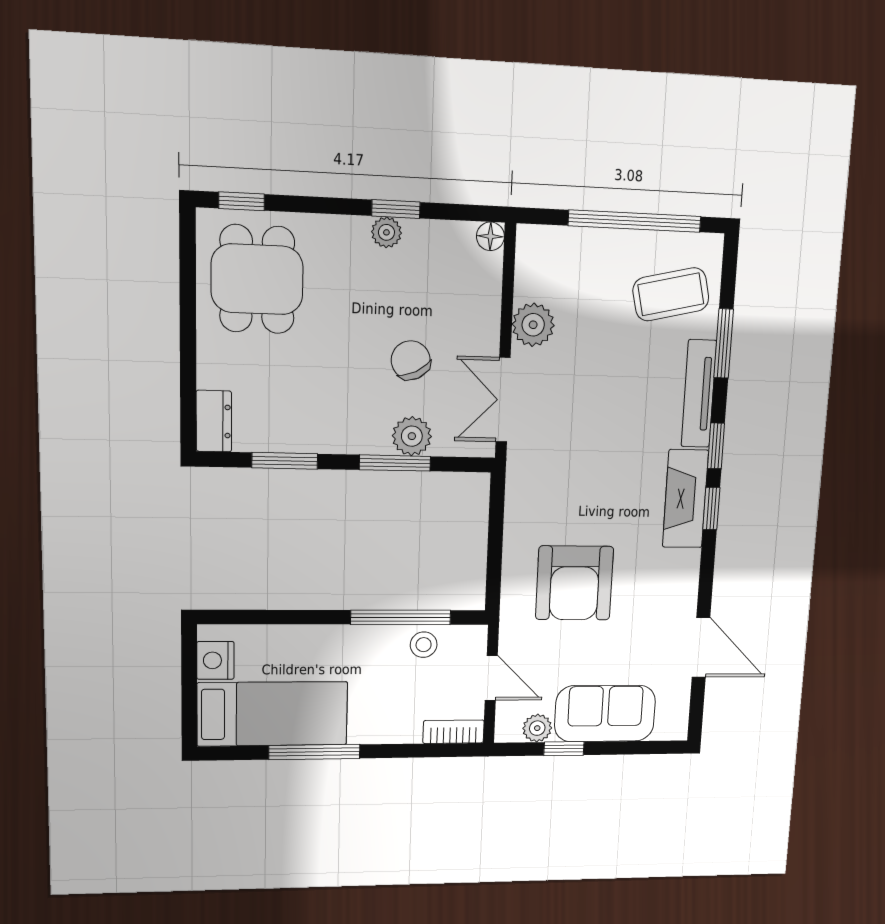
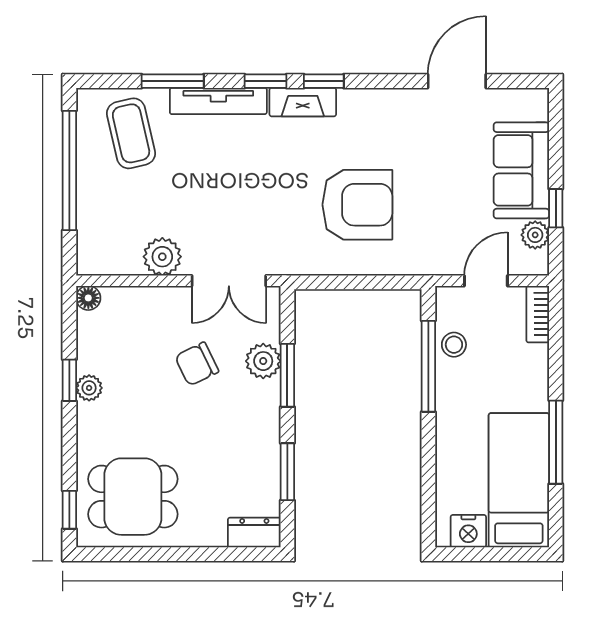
fireplace: (685, 499) -> (303, 102), width x0.73, depth x0.76
armchair: (575, 583) -> (357, 205), moved

